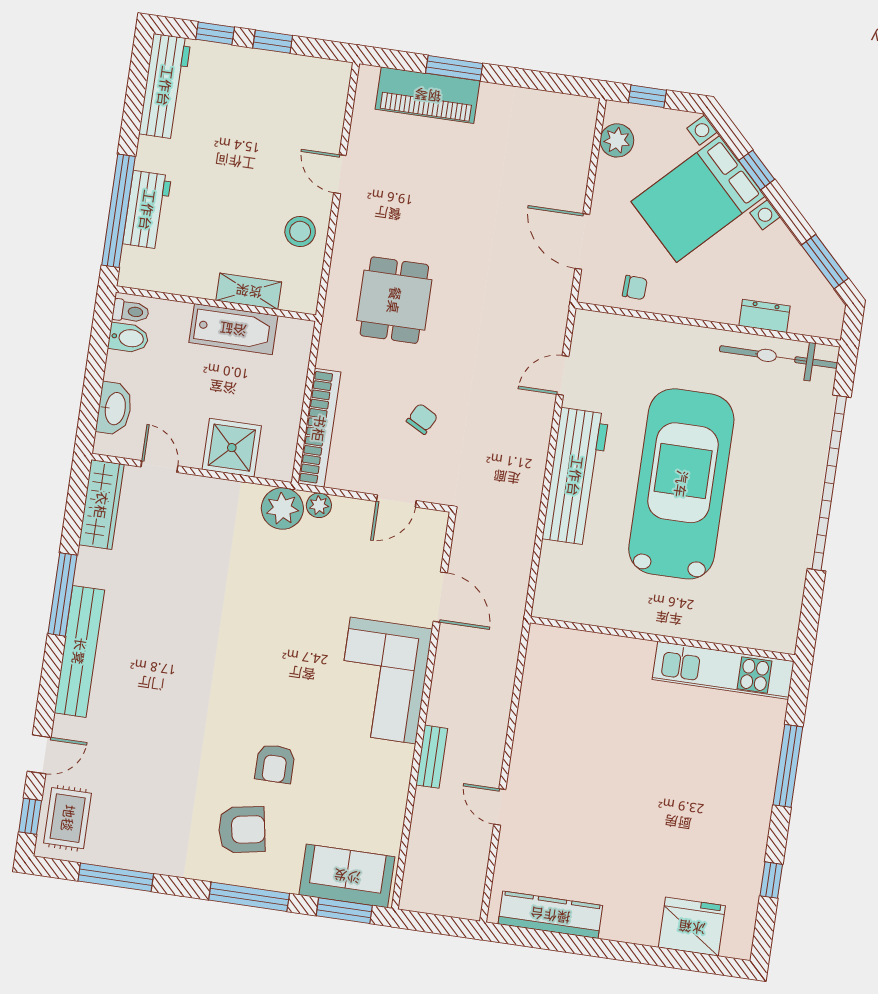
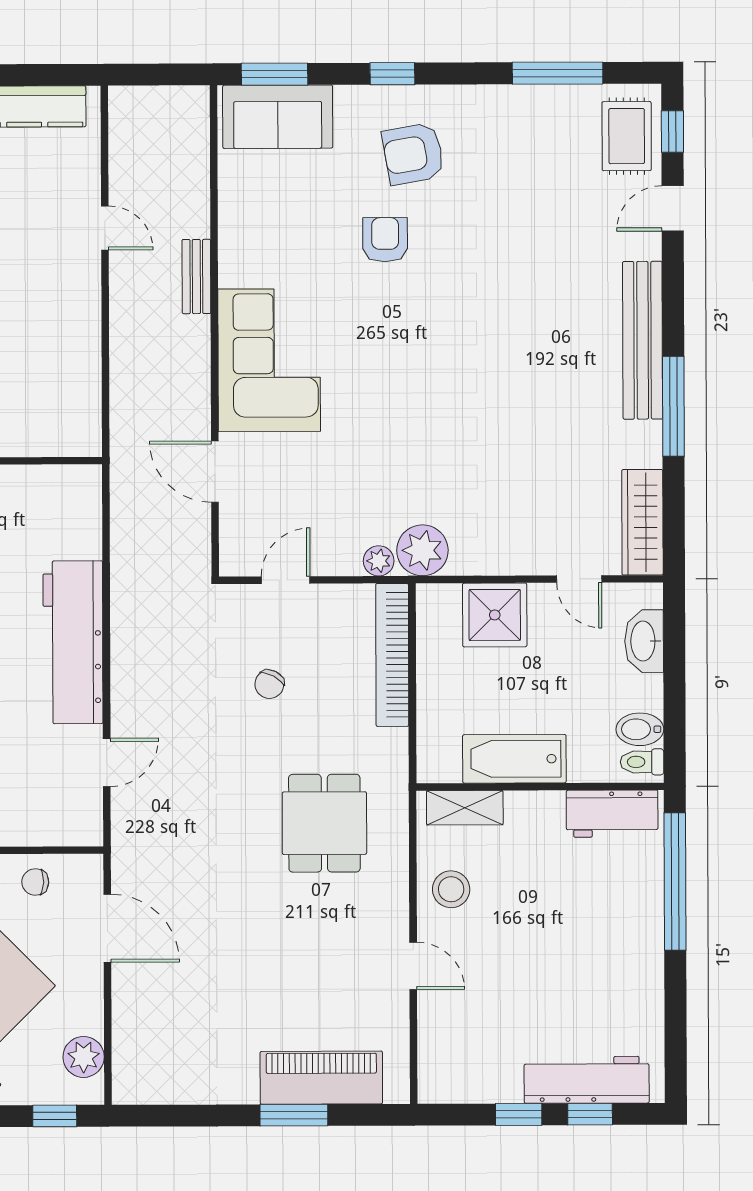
workbench: (165, 86) -> (587, 1080), moved, turned 90
workbench: (147, 210) -> (612, 814), moved, turned -90
shelving: (249, 291) -> (465, 808), moved
window: (249, 897) -> (392, 74), width x0.46

